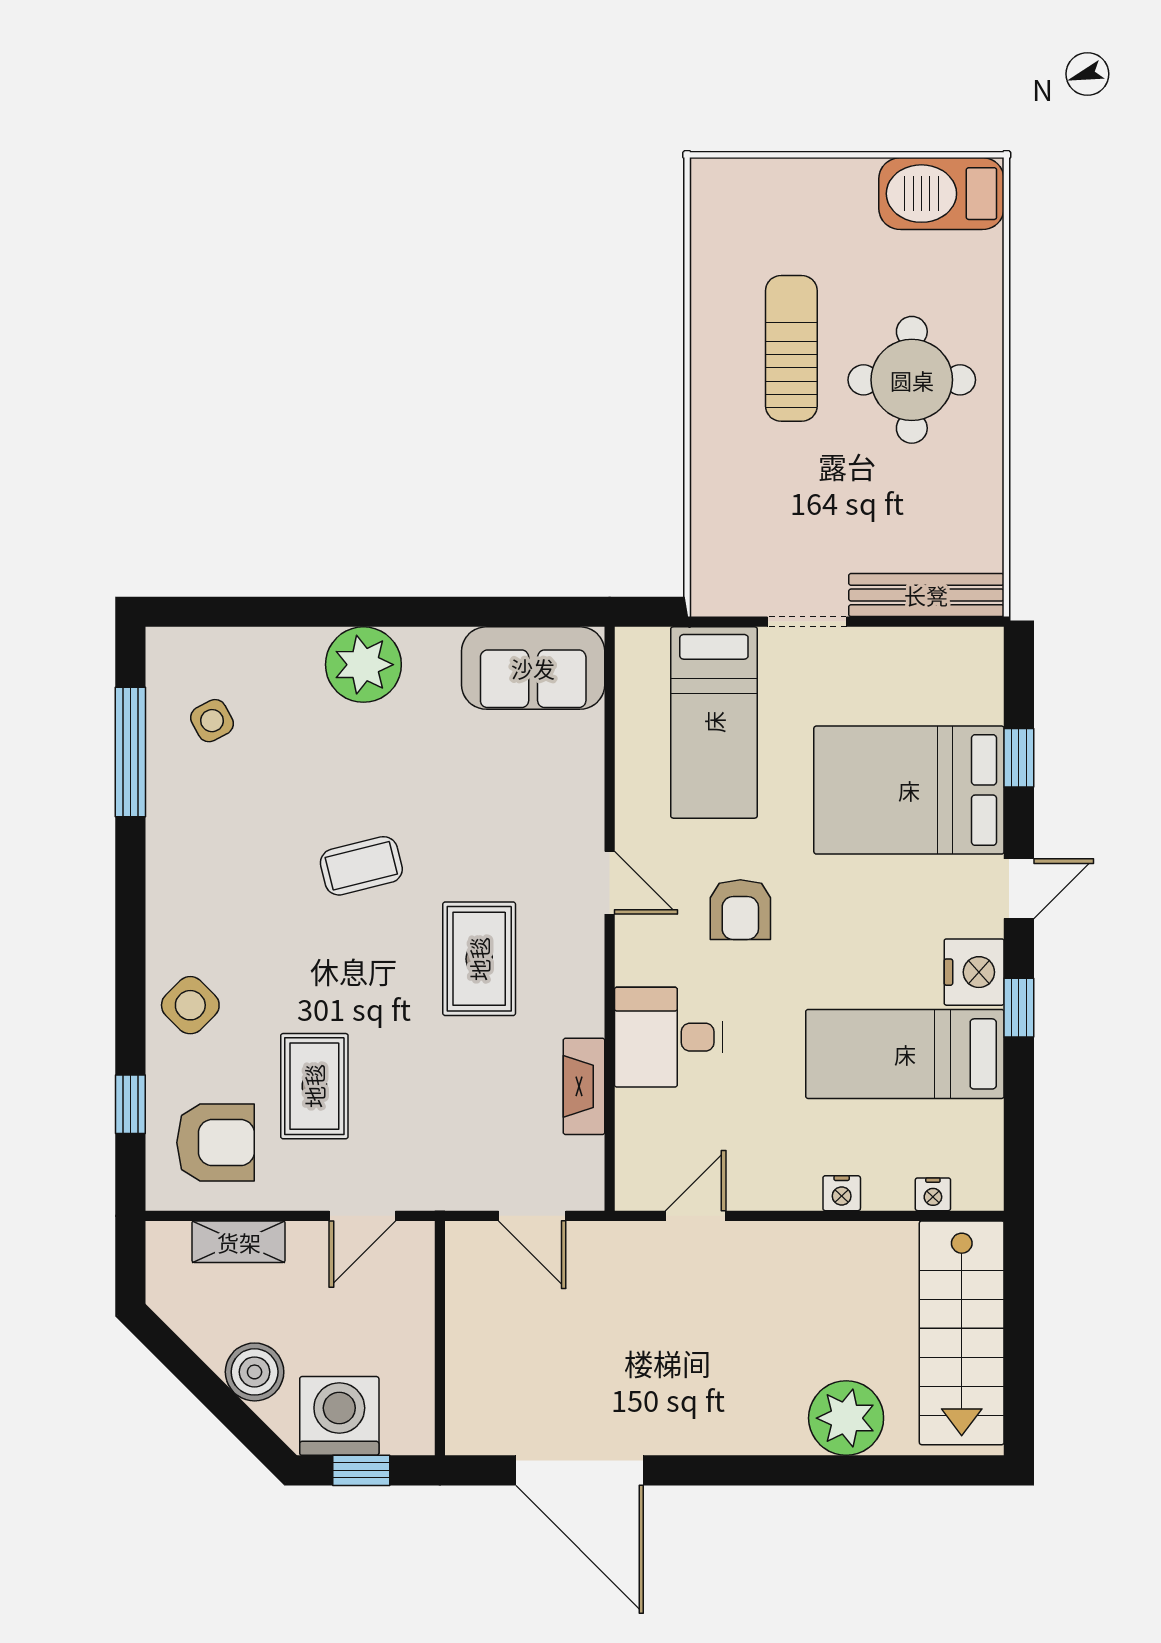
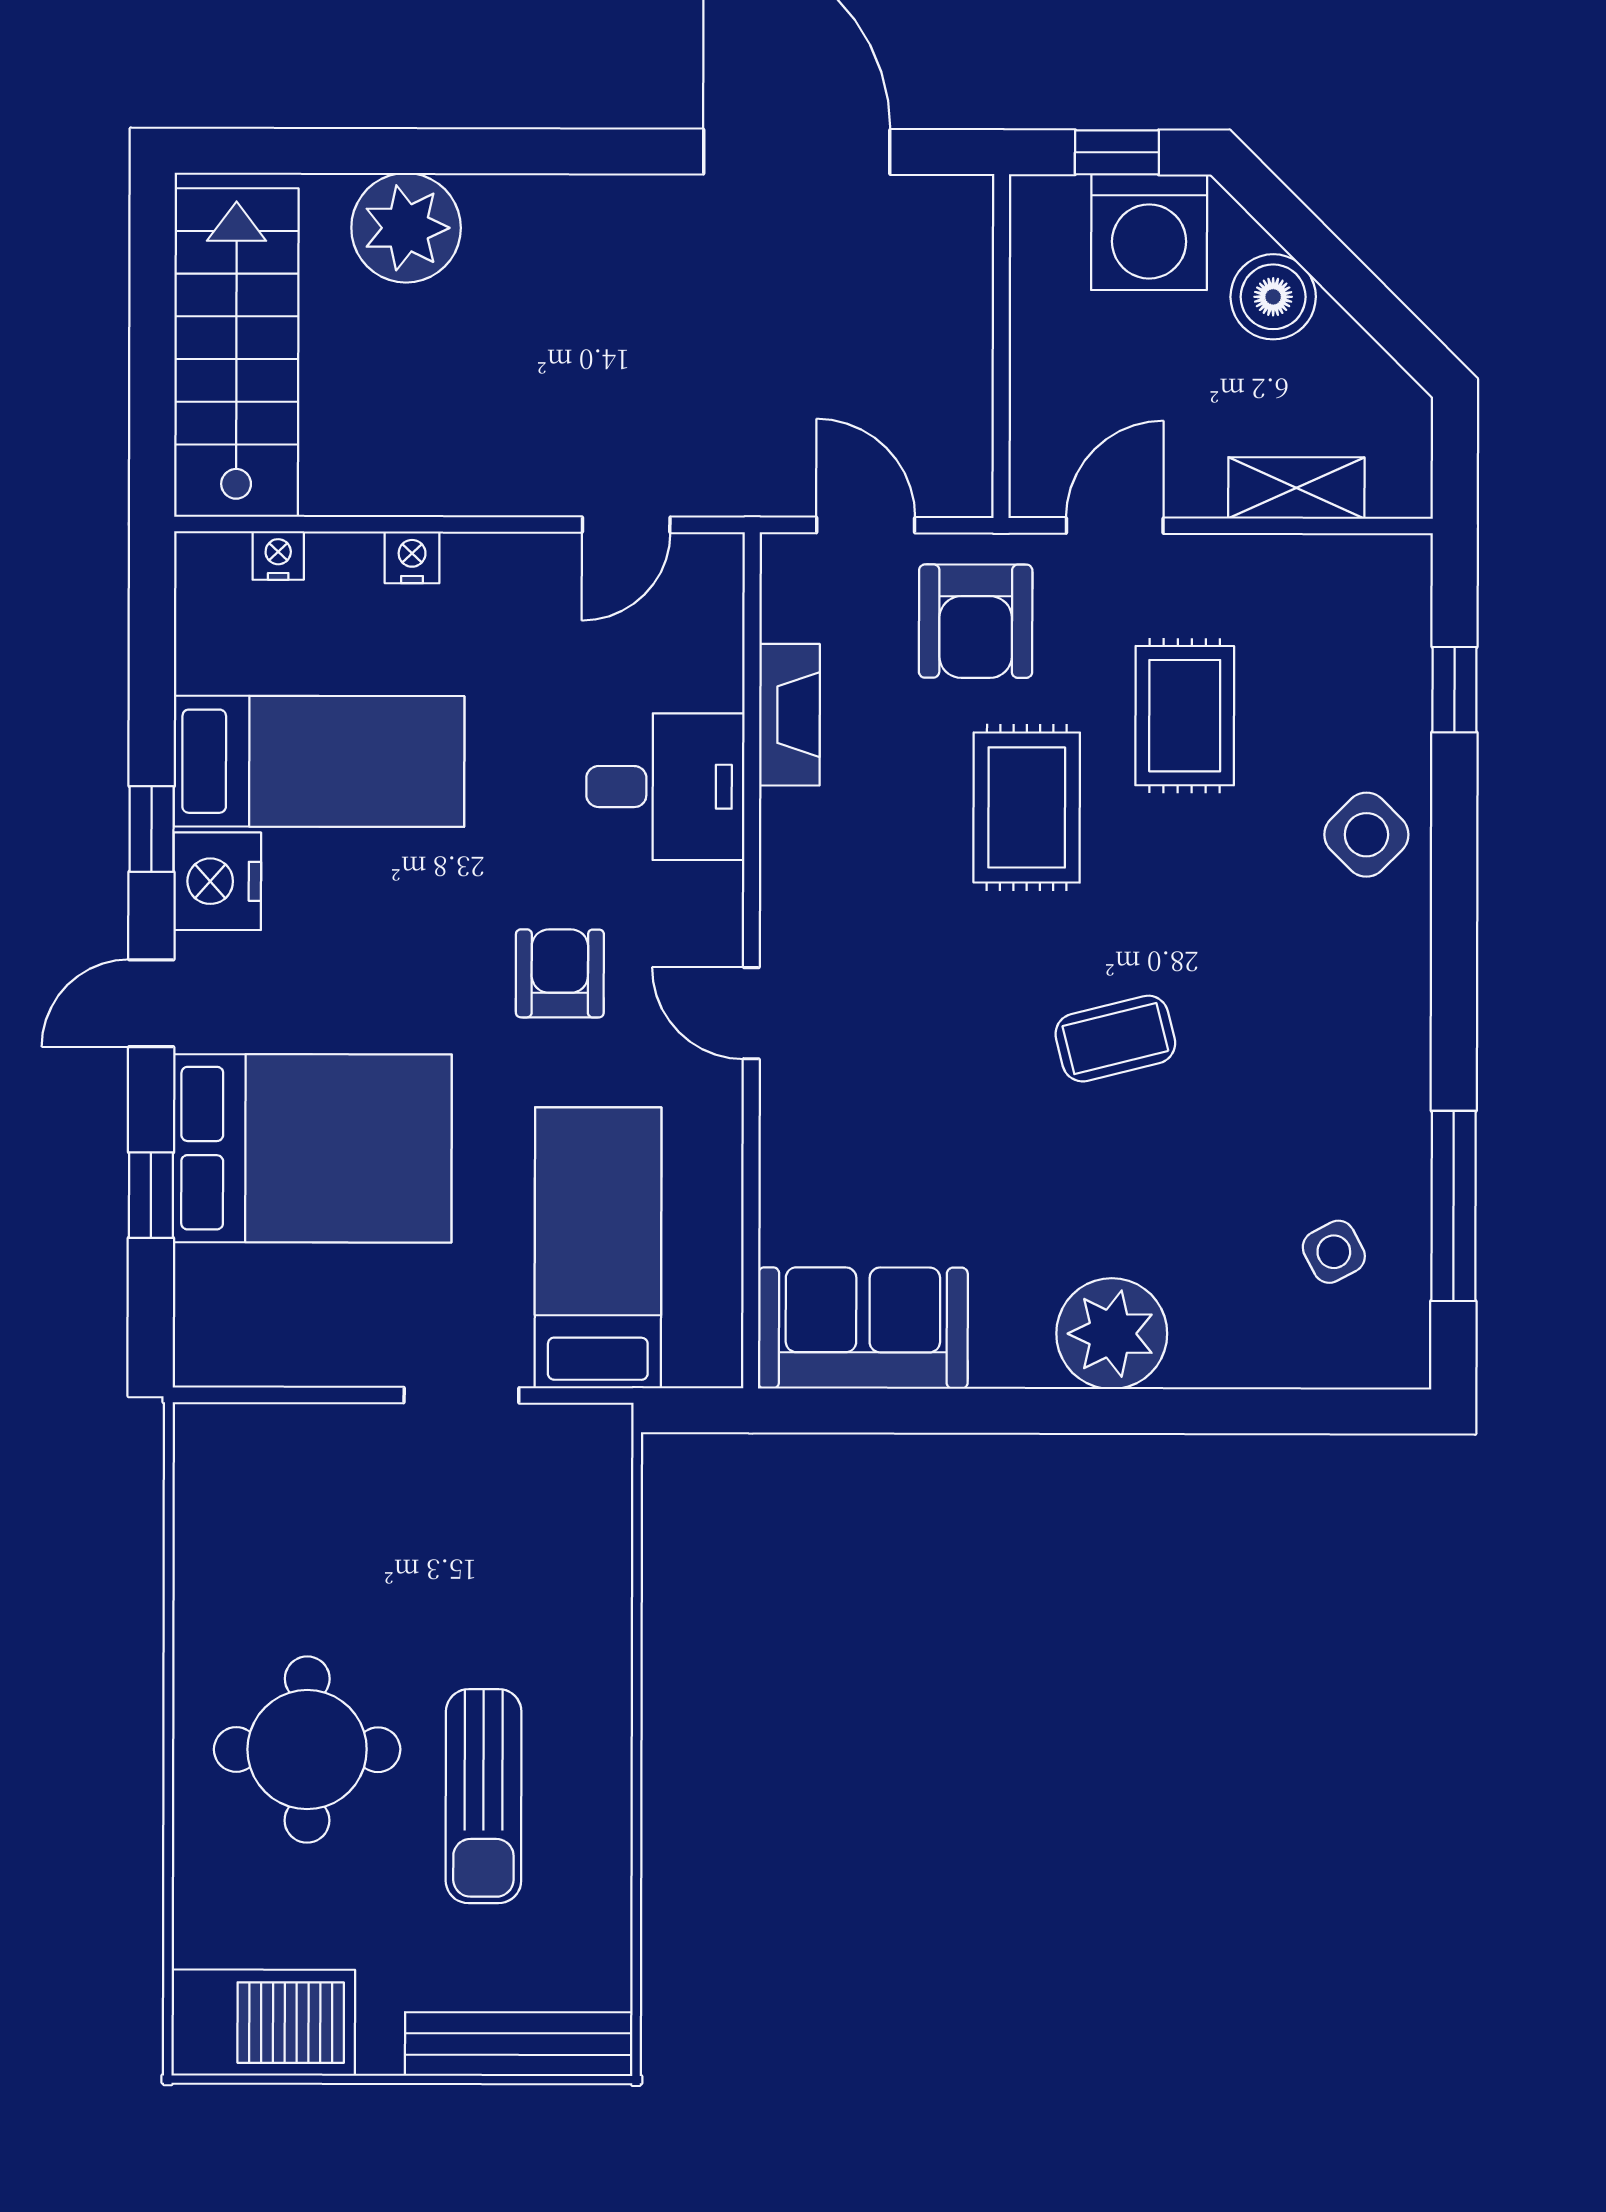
bench: (926, 595) -> (519, 2044), moved
rug: (479, 959) -> (1027, 807), moved
armchair: (216, 1143) -> (976, 621), moved, turned -90

